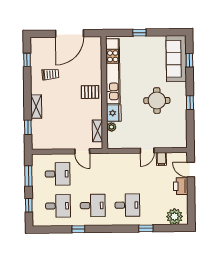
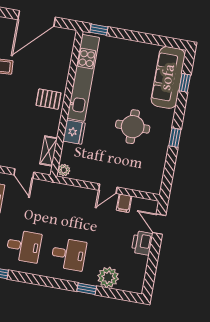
window: (139, 33) -> (99, 30), moved
plant: (111, 127) -> (64, 170), moved
plant: (175, 217) -> (108, 277), moved

